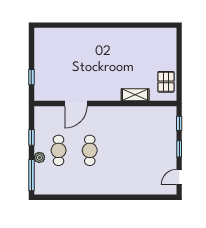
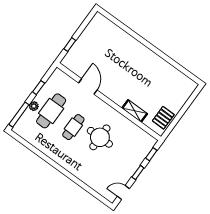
door: (76, 103) -> (88, 86), swing flipped
round table: (121, 142) -> (100, 137), added
cafe table: (59, 150) -> (51, 111), width x1.37, depth x1.35

